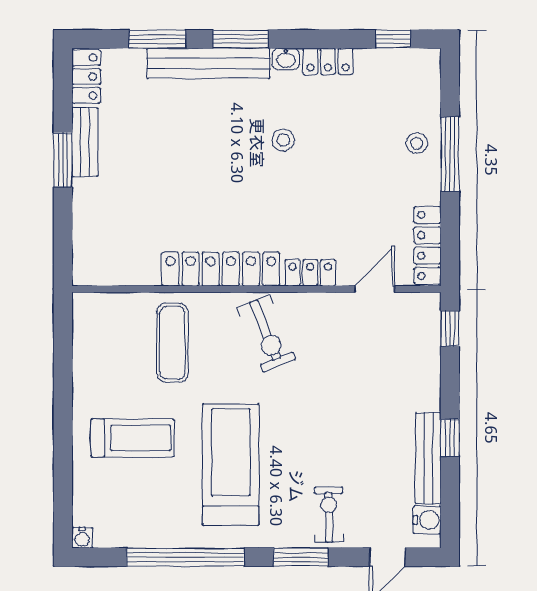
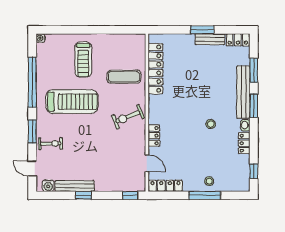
locker: (221, 269) -> (155, 69), moved

